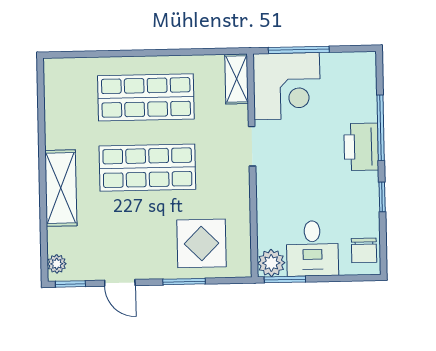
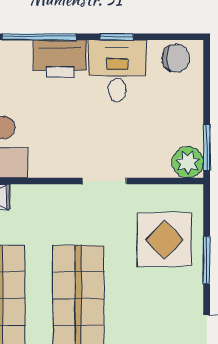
doorway: (252, 146) -> (104, 181), moved
desk: (312, 248) -> (117, 71), moved, turned -90

